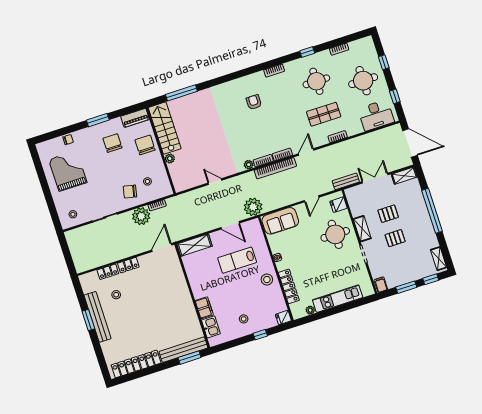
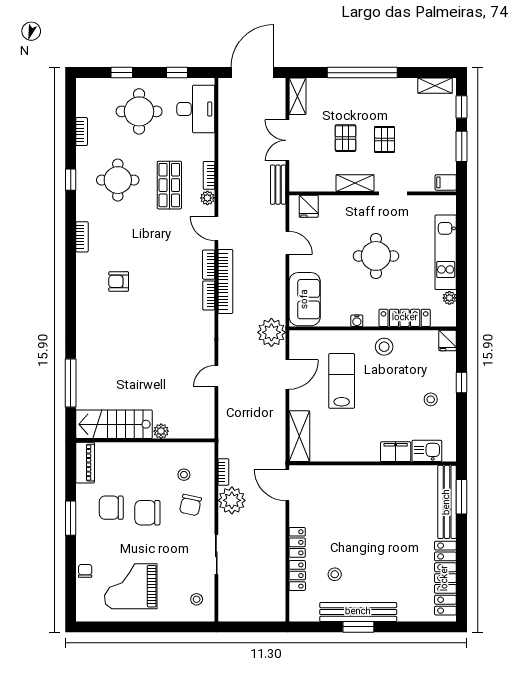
chair: (145, 145) -> (147, 513), moved
plant: (249, 165) -> (207, 198), moved
round table: (335, 234) -> (376, 256), moved
lab bench: (237, 260) -> (342, 381), turned 180

